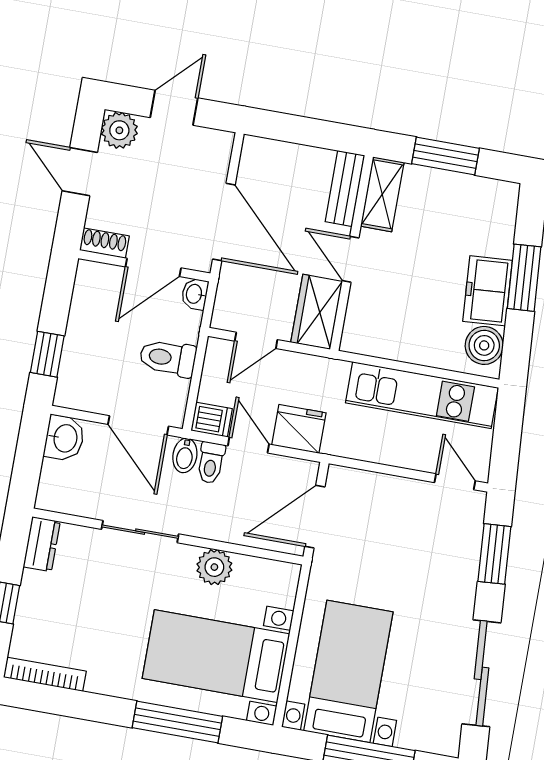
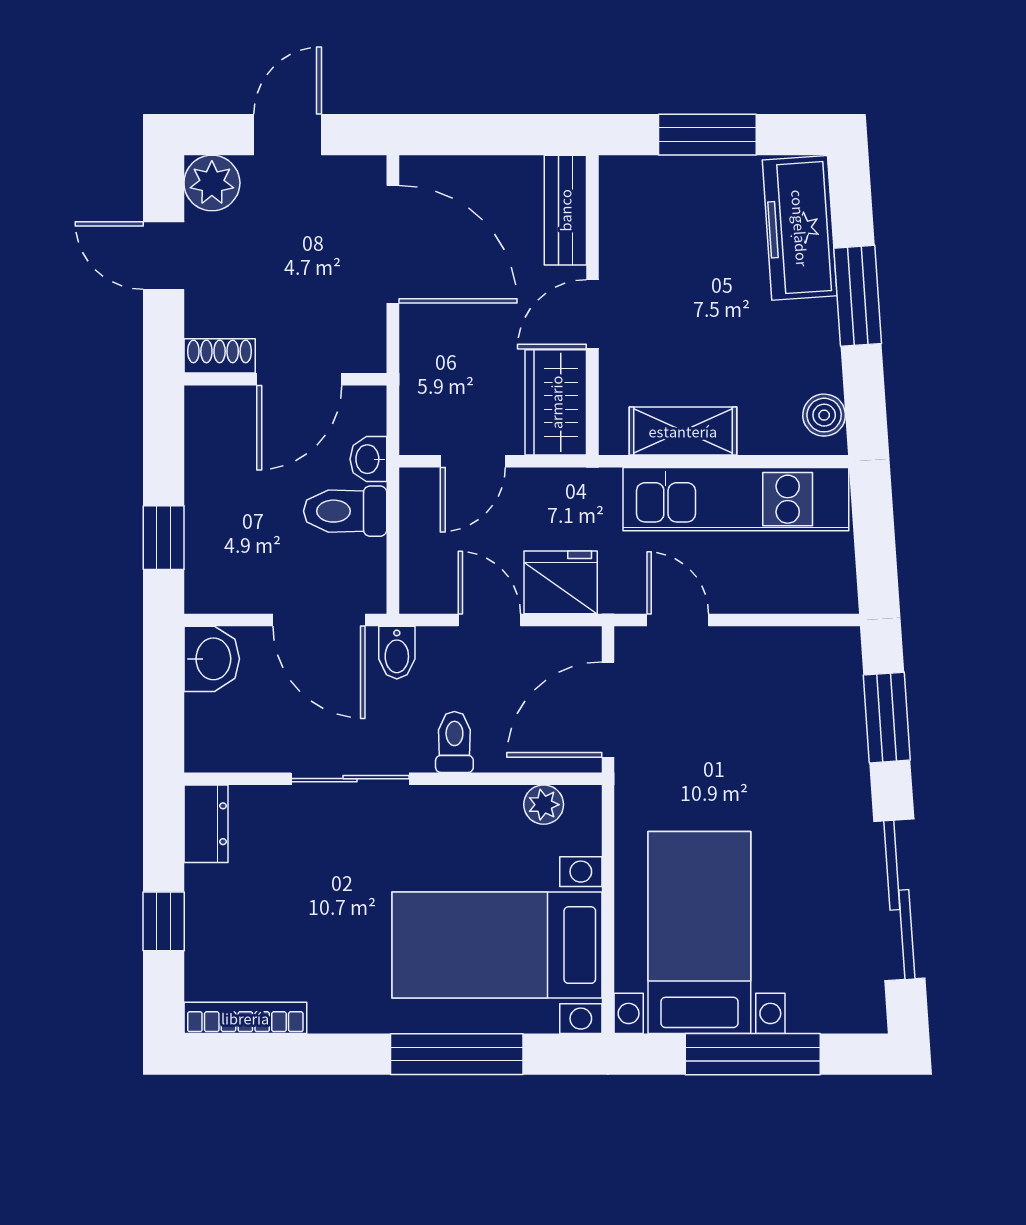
shelving: (382, 194) -> (683, 431), moved, turned 90
door: (224, 222) -> (393, 244), moved
door: (350, 259) -> (593, 314), hinge flipped
freezer: (488, 291) -> (800, 228), moved, width x1.40
washbasin: (195, 294) -> (368, 459), moved
boiler: (484, 345) -> (824, 415), width x0.73, depth x0.73
dishwasher: (212, 420) -> (427, 592), removed
toilet: (211, 463) -> (454, 742), moved, turned 180
door: (455, 482) -> (678, 620), moved
plant: (214, 567) -> (544, 805), moved, width x0.73, depth x0.73

